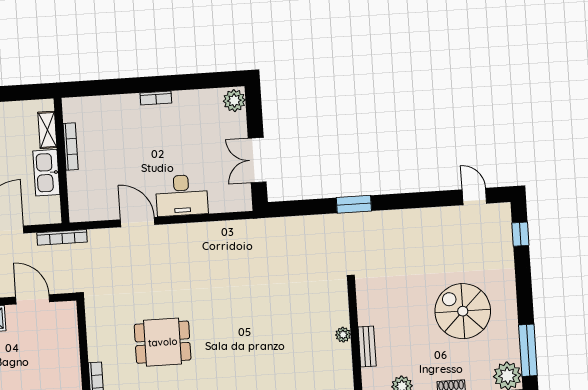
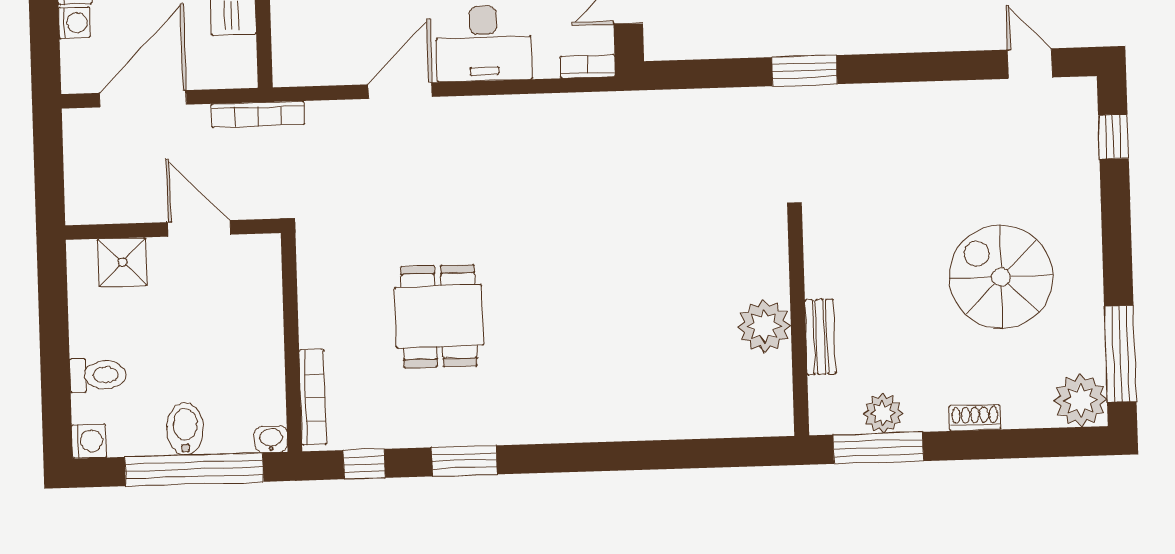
bookcase: (238, 206) -> (588, 67), added
door: (138, 222) -> (400, 91), hinge flipped
plant: (343, 335) -> (764, 326), width x1.88, depth x1.88
dining table: (163, 342) -> (439, 316), turned 90

